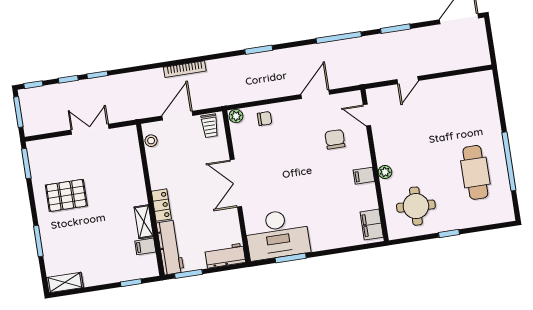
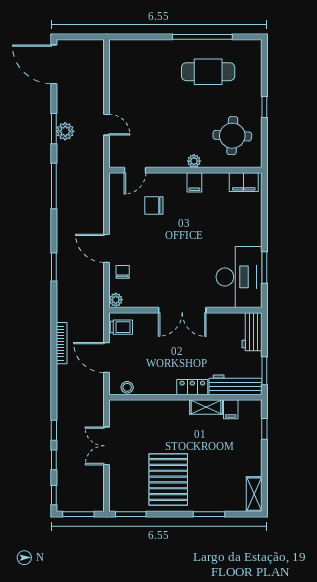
plant: (395, 40) -> (65, 131), added
door: (315, 94) -> (106, 248), moved
pallet: (66, 195) -> (168, 480), width x1.37, depth x1.41

